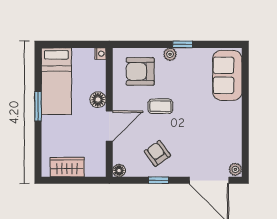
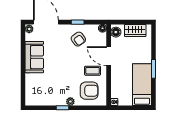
sofa: (227, 75) -> (34, 57), moved
floor lamp: (98, 100) -> (116, 32), moved
coffee table: (160, 106) -> (93, 71), moved
door: (109, 126) -> (109, 56), hinge flipped

